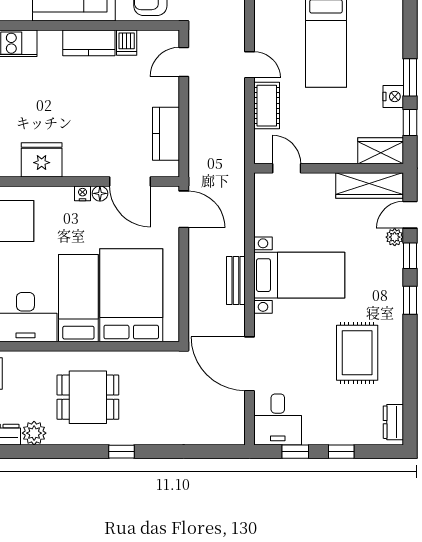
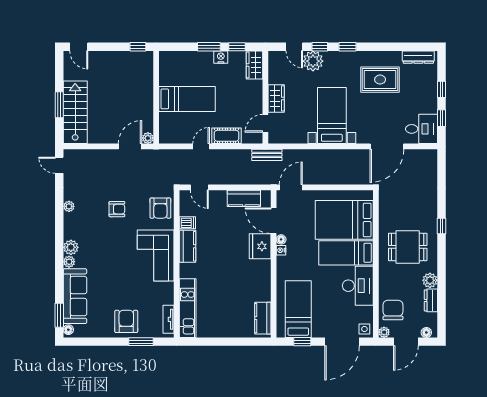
fridge: (42, 160) -> (260, 246), moved
door: (130, 181) -> (274, 221), swing flipped
wardrobe: (369, 186) -> (276, 98), moved, width x0.67
plant: (395, 237) -> (313, 61), width x1.88, depth x1.88
bench: (236, 281) -> (267, 155), moved
dining table: (88, 397) -> (408, 247), turned 90
dresser: (393, 422) -> (418, 57), width x1.44

